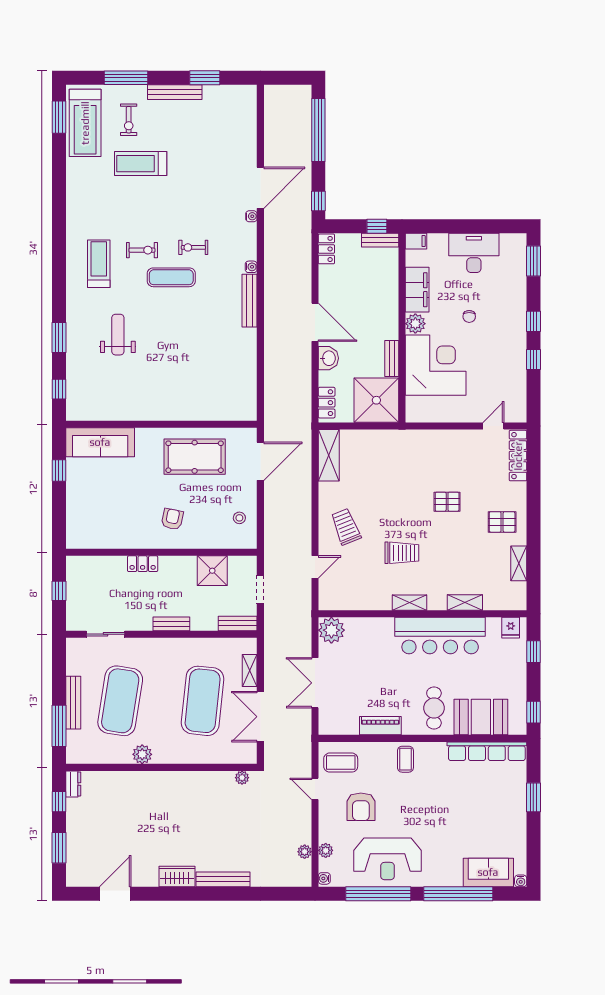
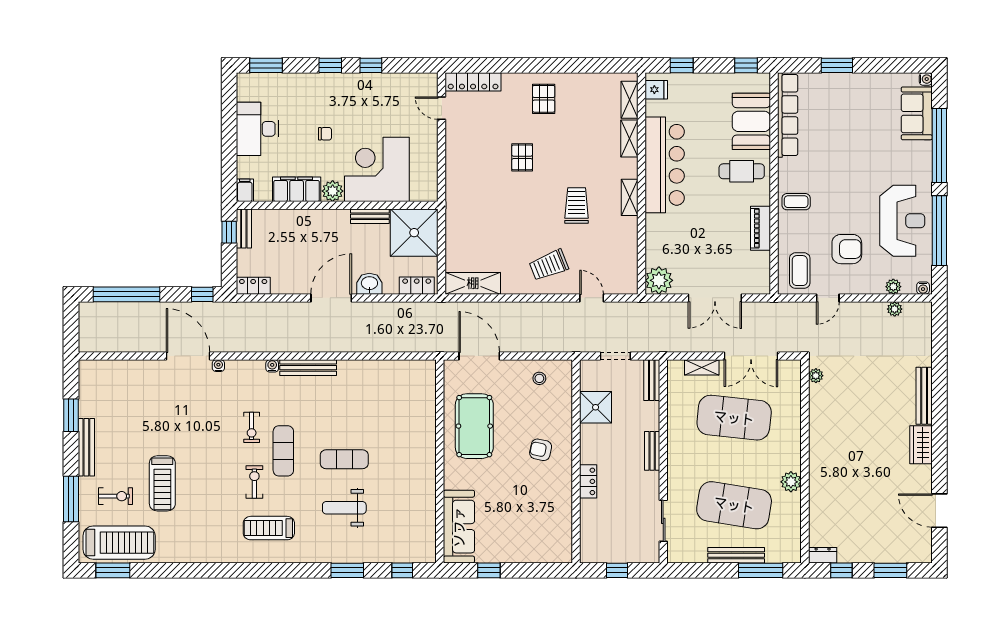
exercise mat: (163, 335) -> (344, 459), added
shelving: (519, 563) -> (629, 100), moved, turned 90

